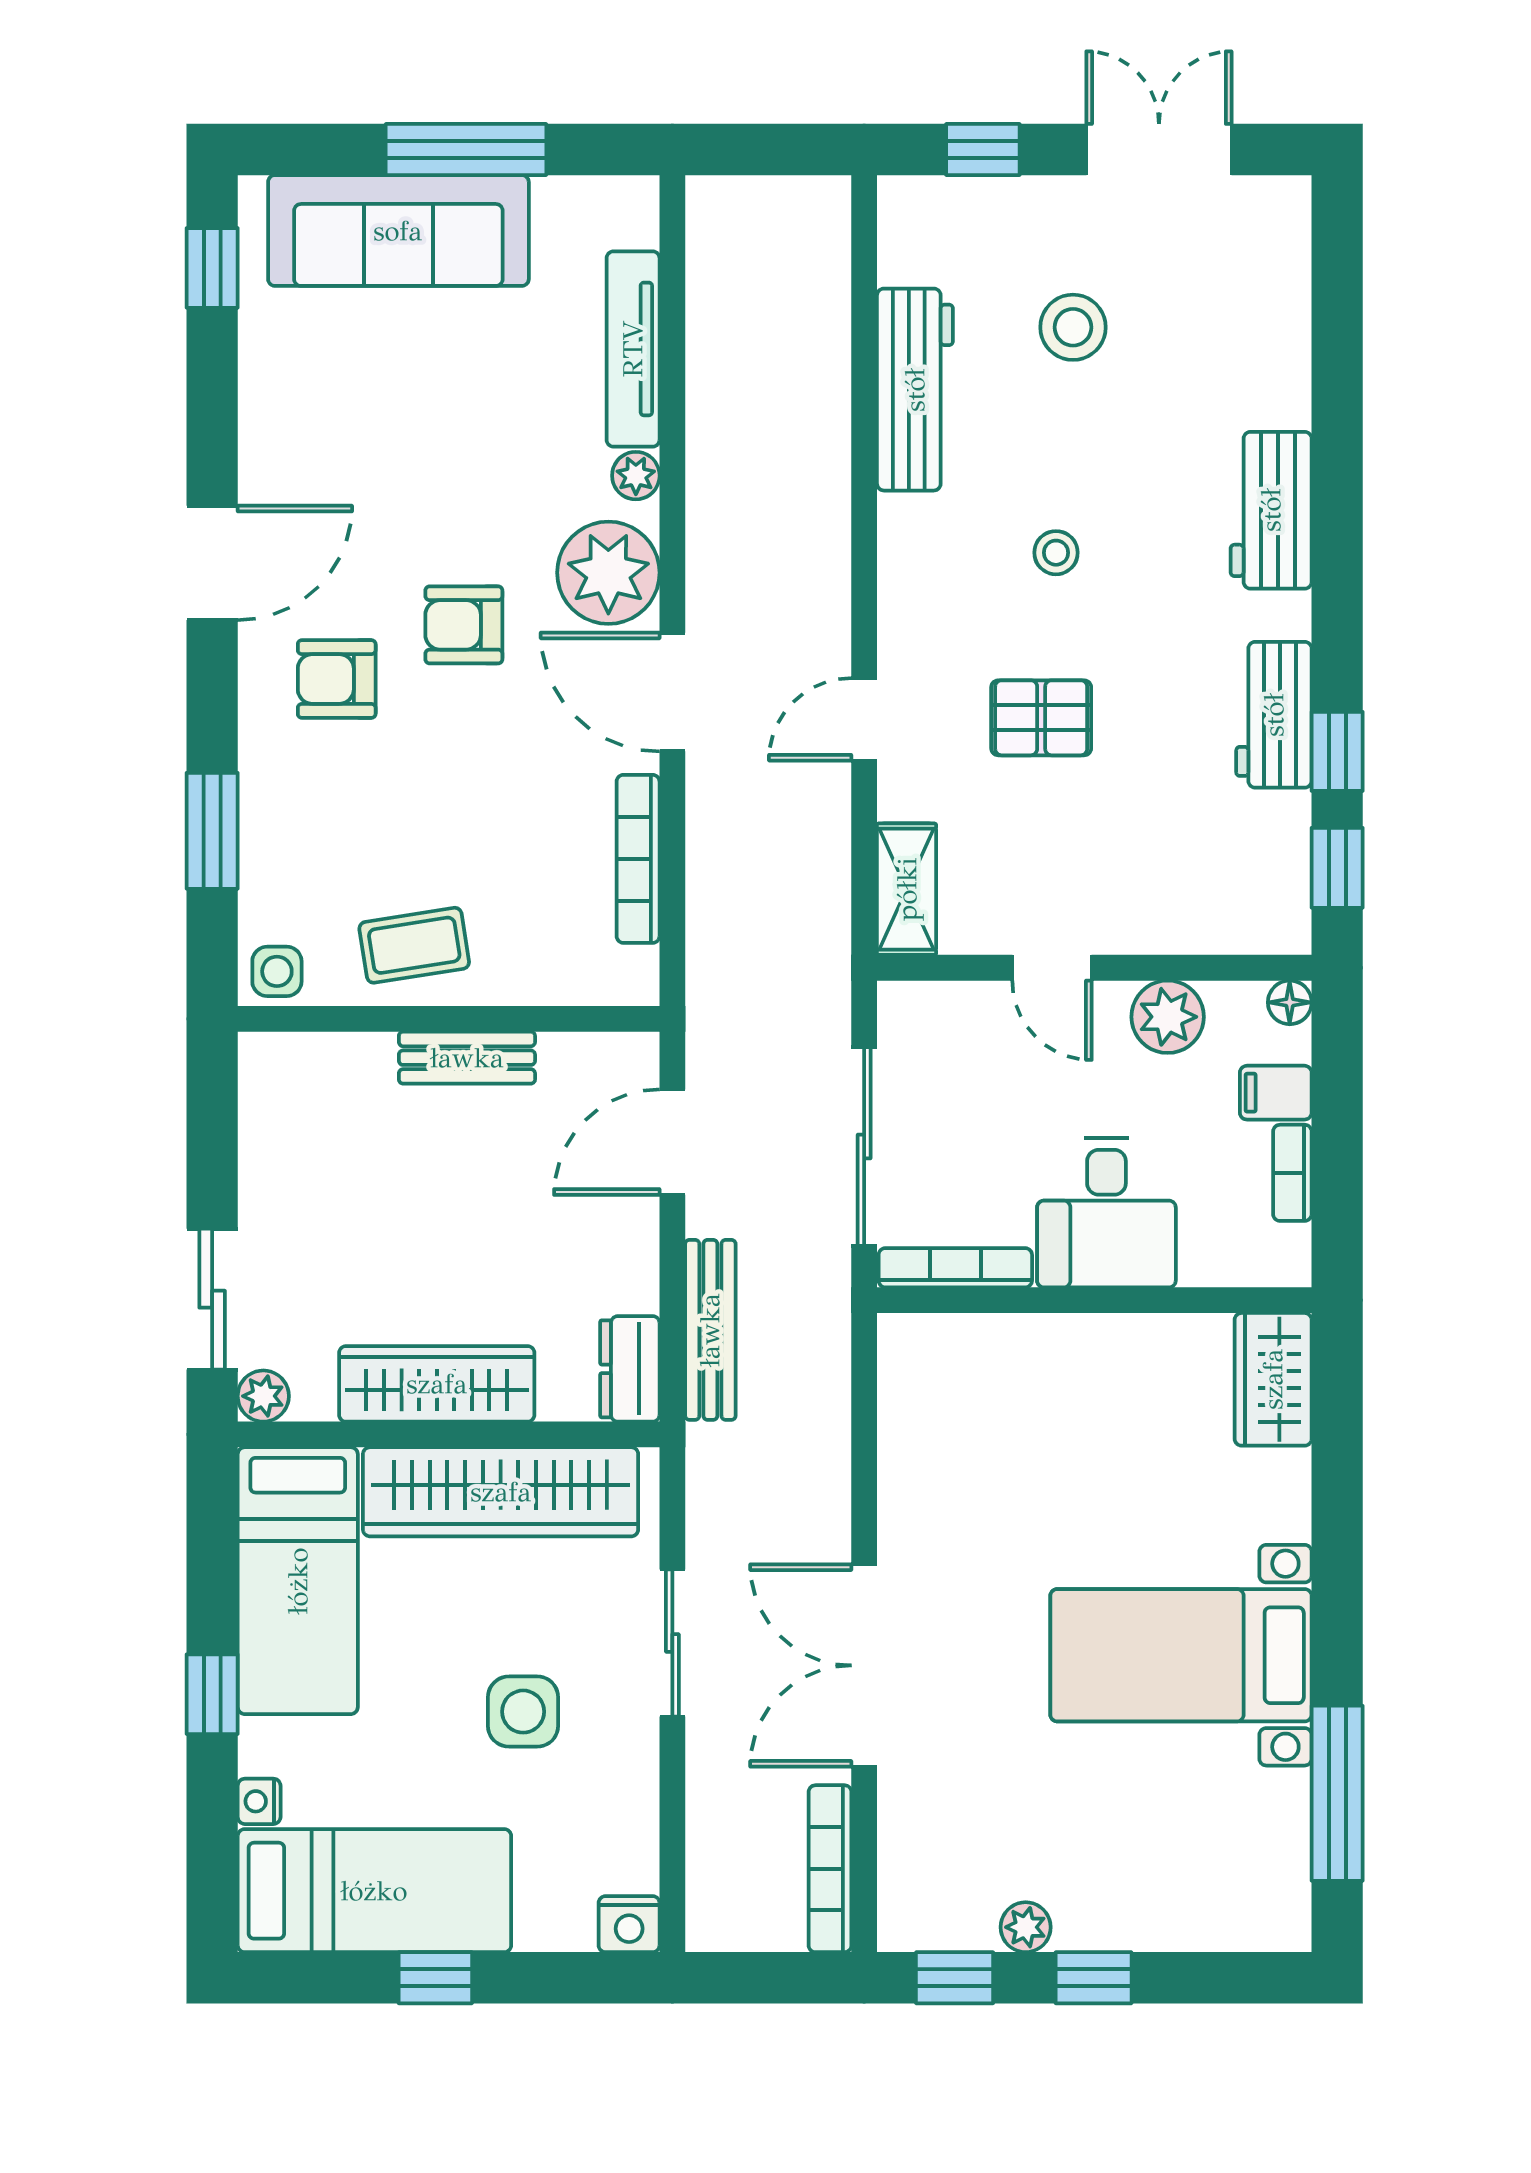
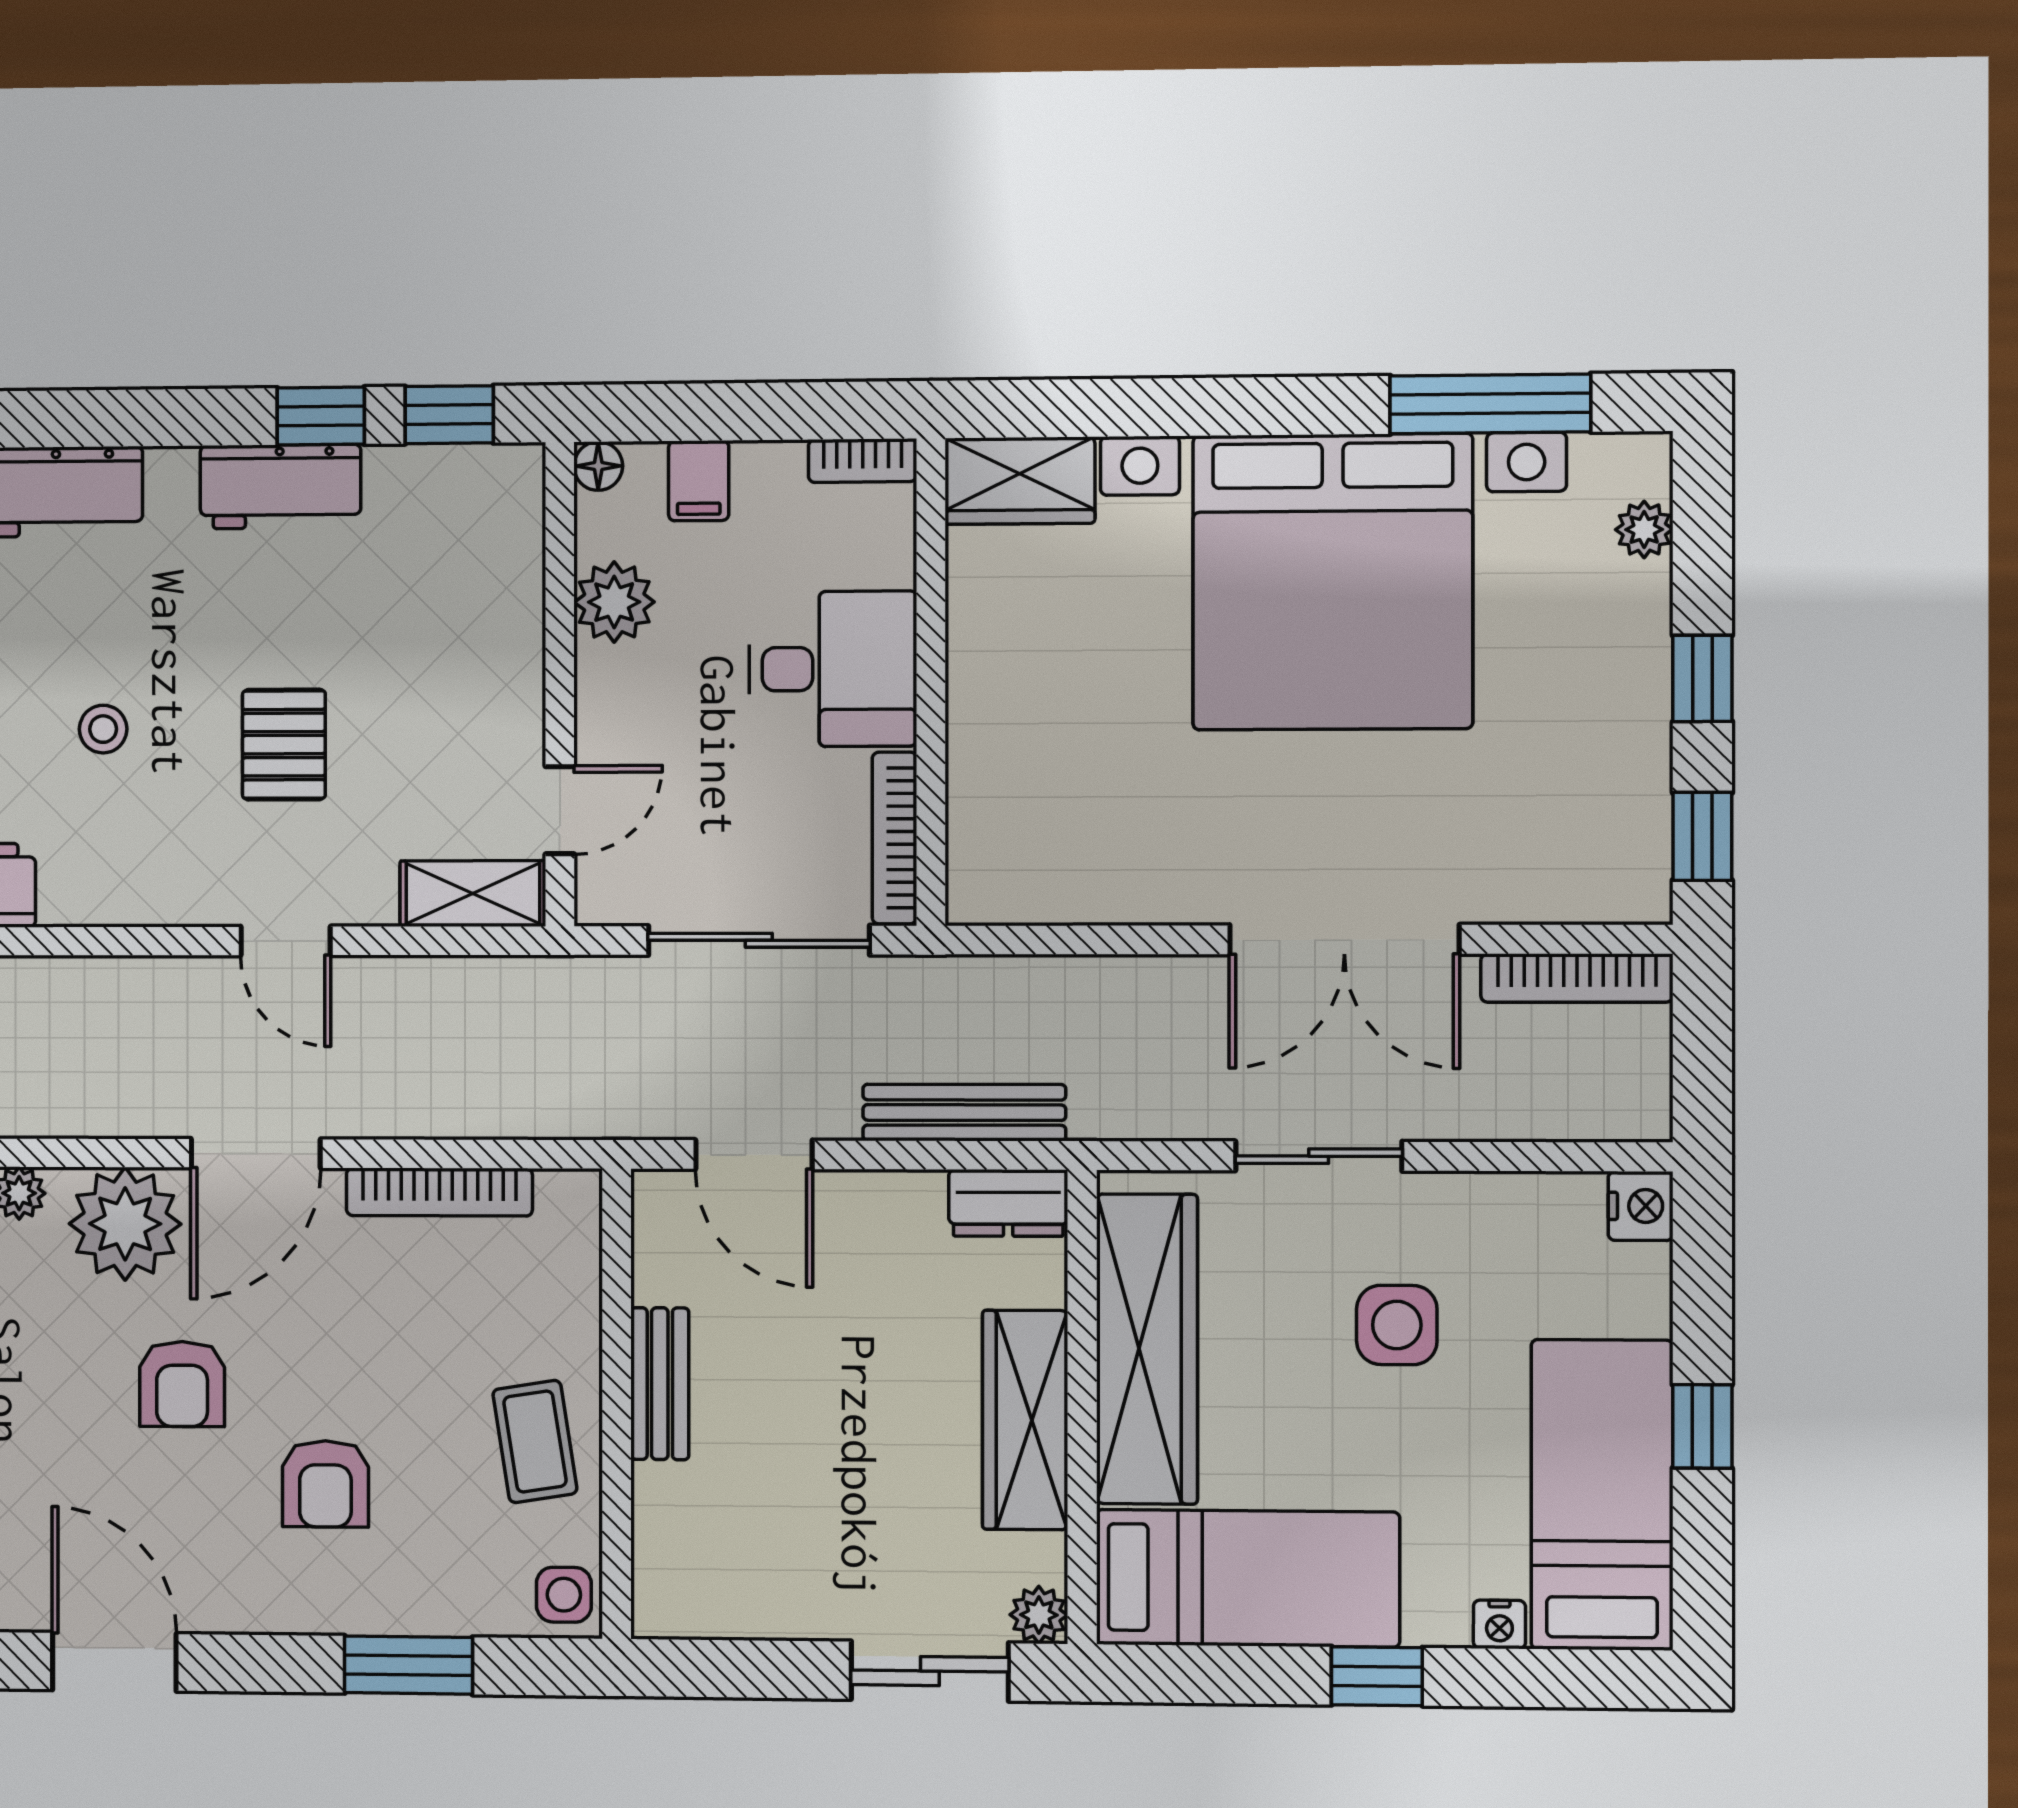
armchair: (337, 679) -> (325, 1484), moved
door: (1052, 968) -> (560, 810), moved
bookcase: (1292, 1173) -> (863, 461), moved
bed with nightstands: (1181, 1655) -> (1333, 582), width x1.85
plant: (1026, 1927) -> (1644, 529), moved

